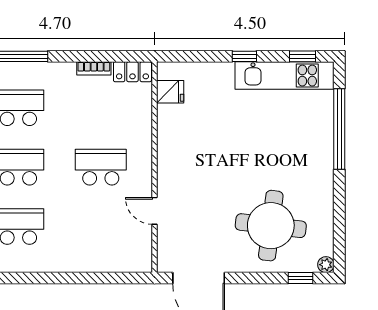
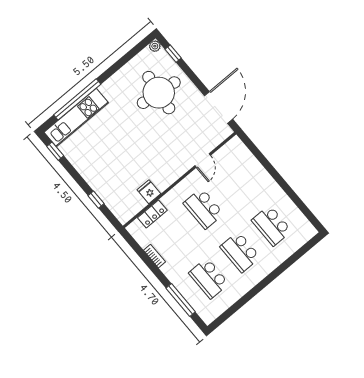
window: (244, 56) -> (96, 200), moved
locker: (132, 72) -> (152, 214), moved, turned 90
kitchen unit: (285, 76) -> (76, 118), moved, turned 90
fridge: (170, 92) -> (149, 192), moved

